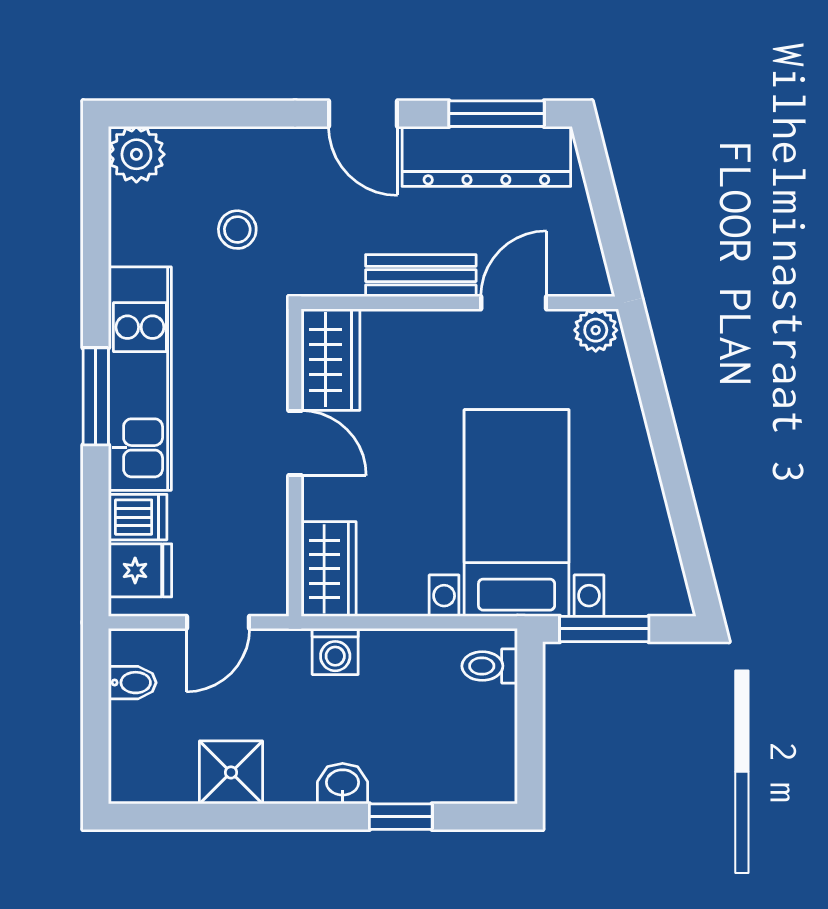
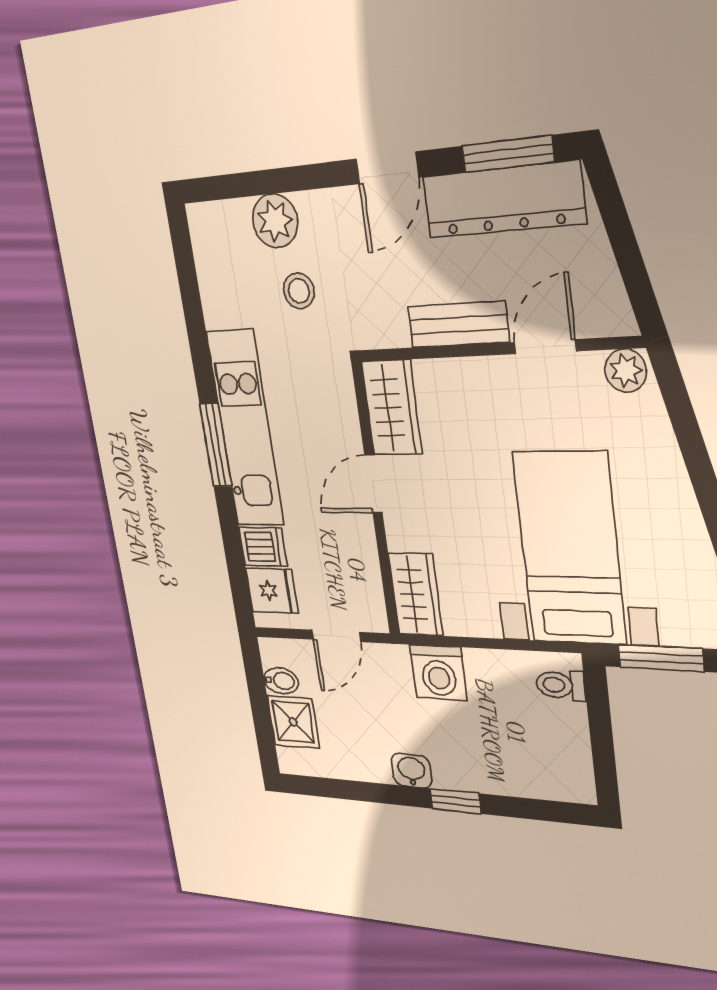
door: (363, 114) -> (387, 168), hinge flipped
plant: (136, 154) -> (275, 221), moved
door: (295, 443) -> (373, 484), swing flipped
washing machine: (335, 651) -> (438, 673), width x1.38, depth x1.38
shower: (231, 772) -> (293, 722), moved
washbasin: (343, 784) -> (411, 771), moved
window: (401, 817) -> (455, 801), moved

